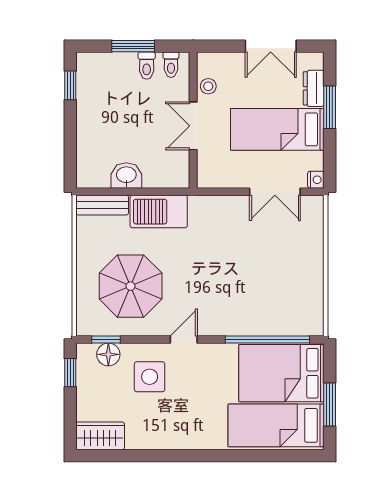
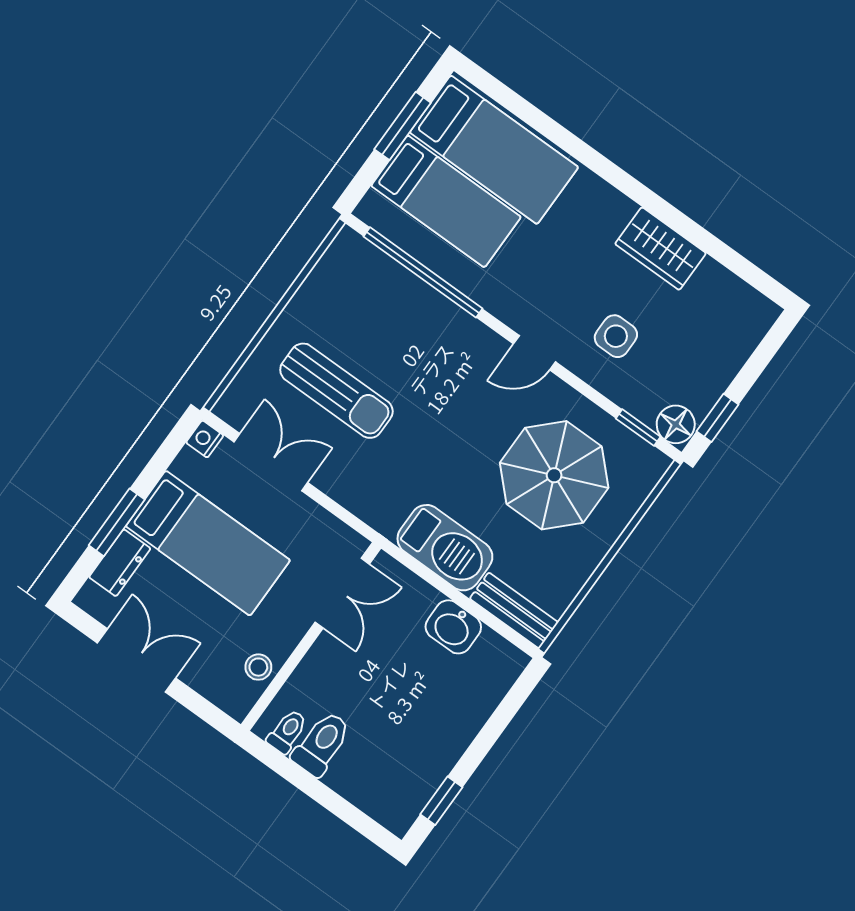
window: (133, 46) -> (320, 793), removed
toilet: (147, 66) -> (322, 744), width x1.37, depth x1.39
double door: (193, 126) -> (342, 593), moved
sun lounger: (268, 250) -> (336, 391), added
floor lamp: (108, 354) -> (676, 424), moved
bed: (281, 373) -> (446, 201), width x0.67
side table: (150, 377) -> (616, 336), width x0.73, depth x0.73
wardrobe: (100, 436) -> (660, 249), moved

